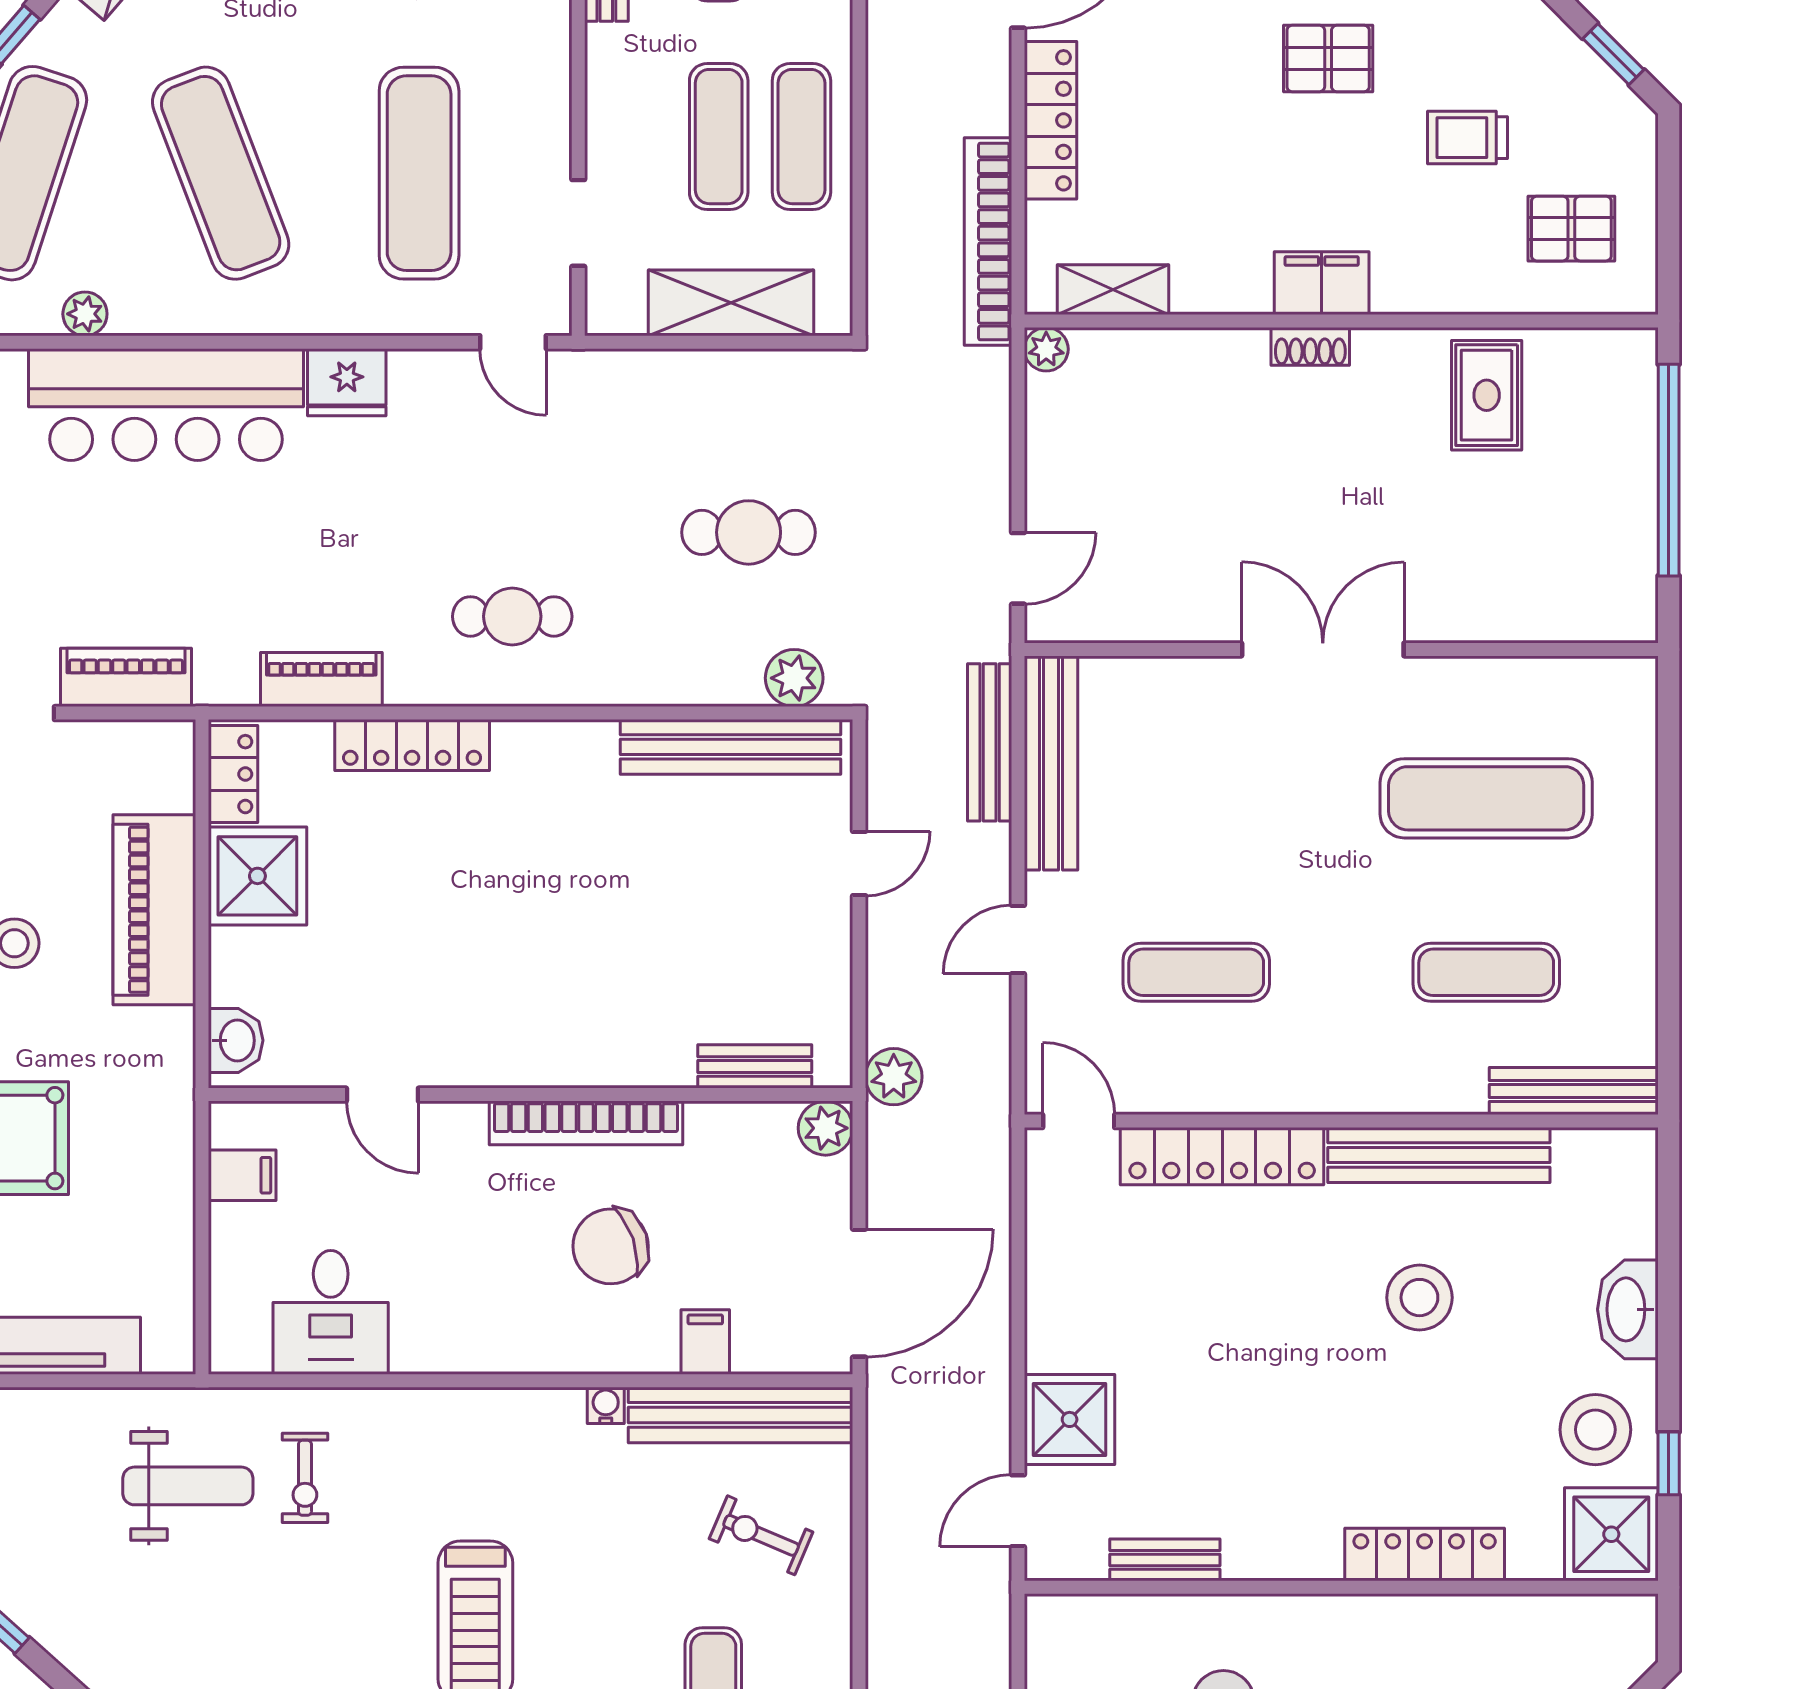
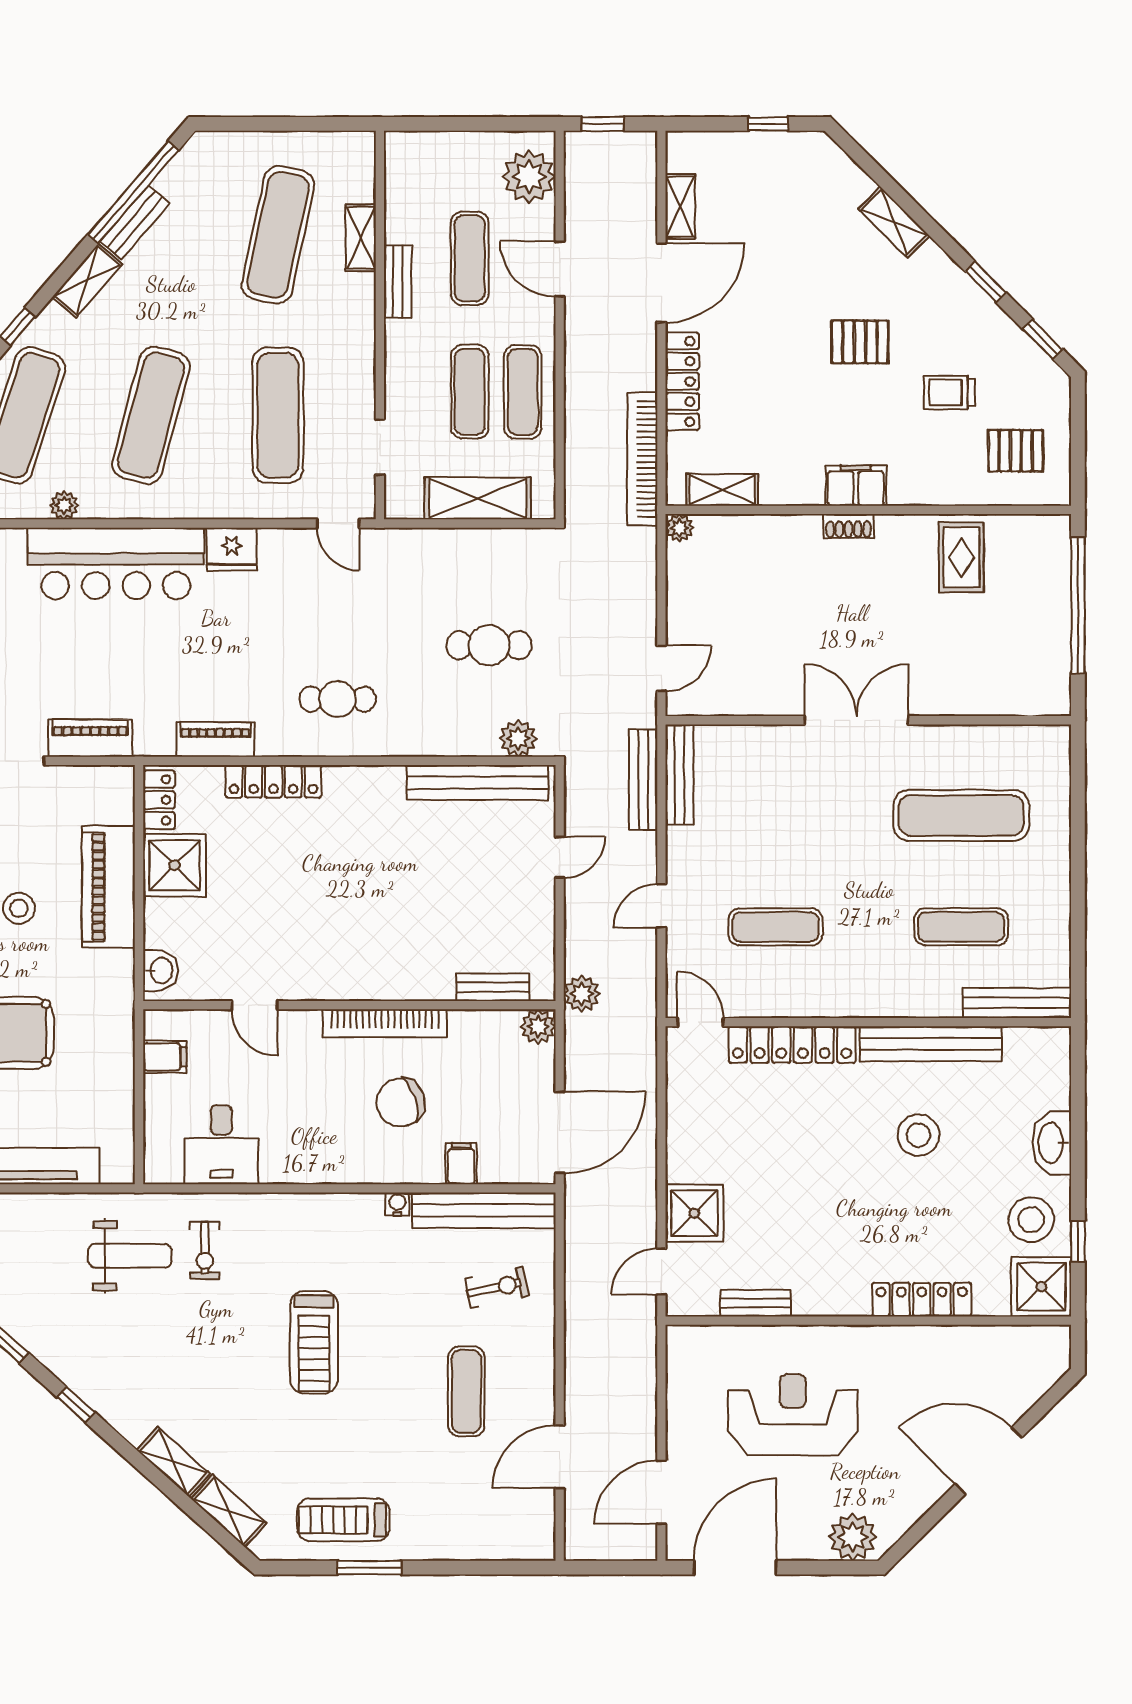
exercise mat: (221, 173) -> (151, 415), turned 36
bench: (1051, 763) -> (680, 774), width x0.73, depth x0.82
exercise bike: (761, 1535) -> (497, 1287), turned 145

